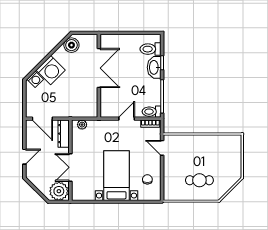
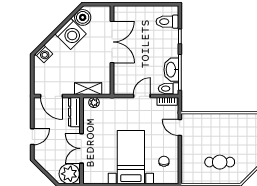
washbasin: (154, 67) -> (171, 70), moved
washing machine: (51, 70) -> (71, 34), moved
shelving: (77, 112) -> (88, 89), added

